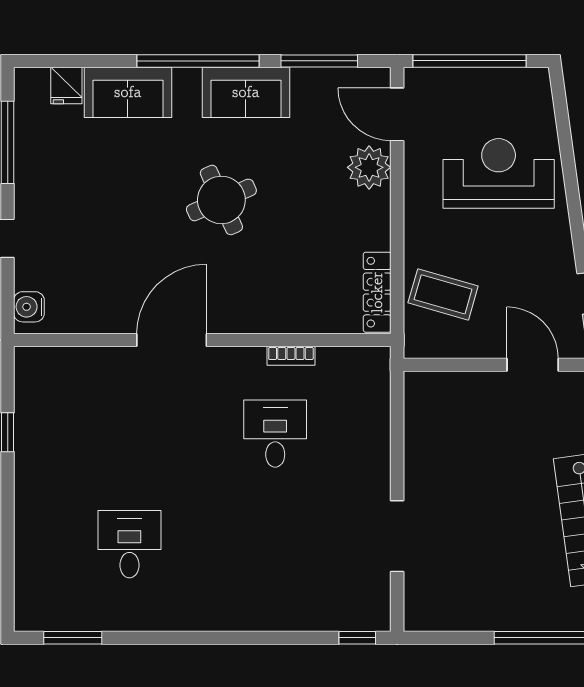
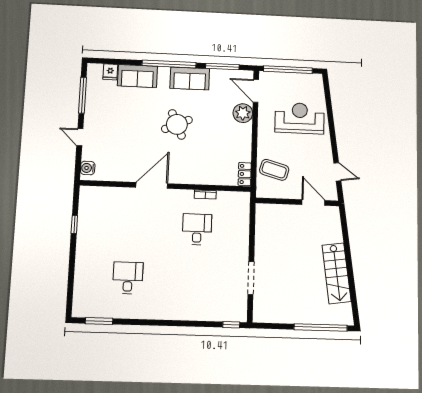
locker: (377, 292) -> (245, 174), width x0.66

